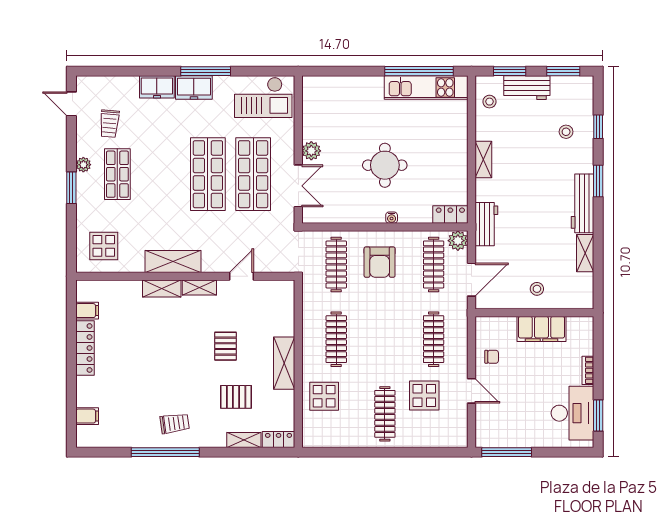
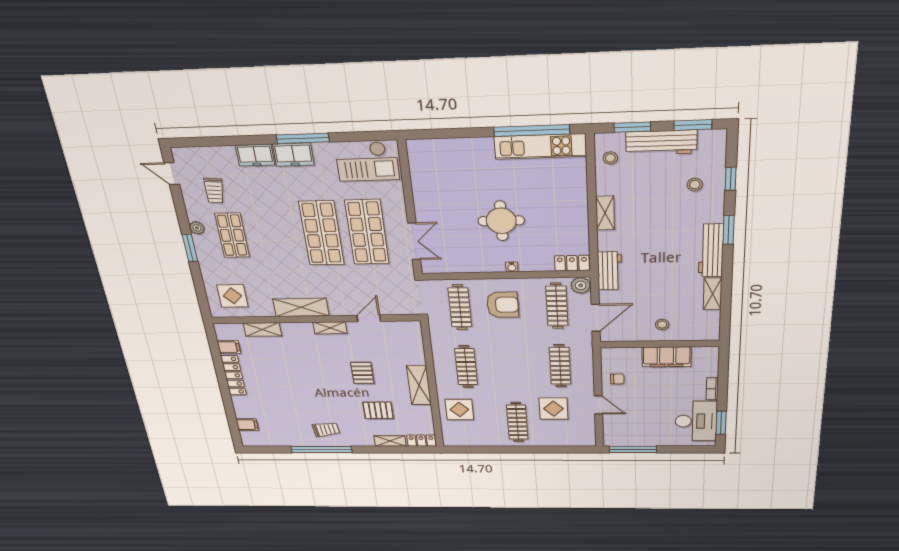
workbench: (527, 88) -> (661, 143), width x1.38
plant: (311, 151) -> (424, 210), removed
armchair: (380, 262) -> (503, 305), turned -90
shelving: (162, 289) -> (262, 330), moved

